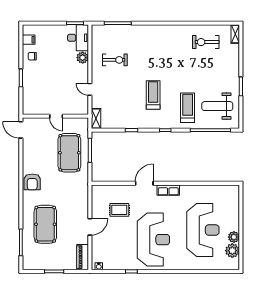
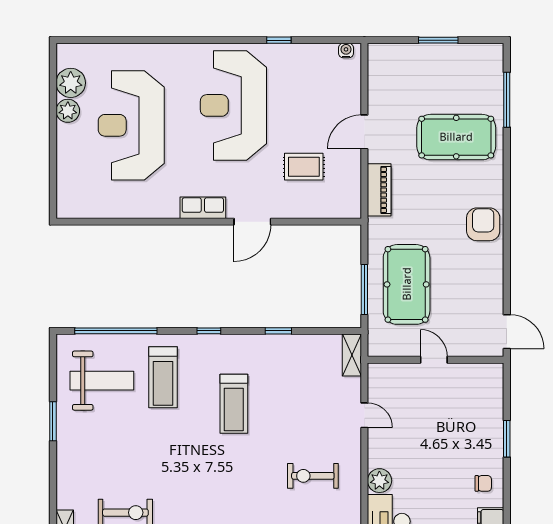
pool table: (45, 224) -> (456, 137), turned 90
piano: (83, 257) -> (379, 190), moved

